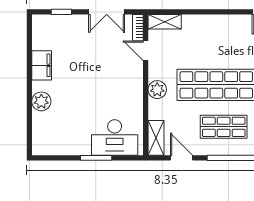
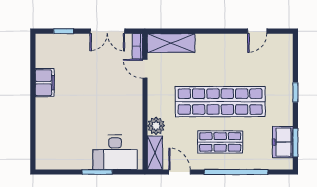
shelving: (165, 22) -> (171, 43), width x1.50, depth x1.33
plant: (157, 90) -> (156, 126), moved
plant: (41, 101) -> (44, 117), removed

